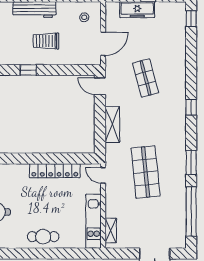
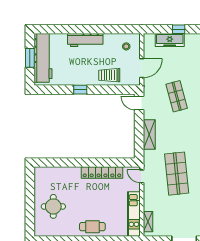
trolley: (46, 41) -> (109, 75), moved

